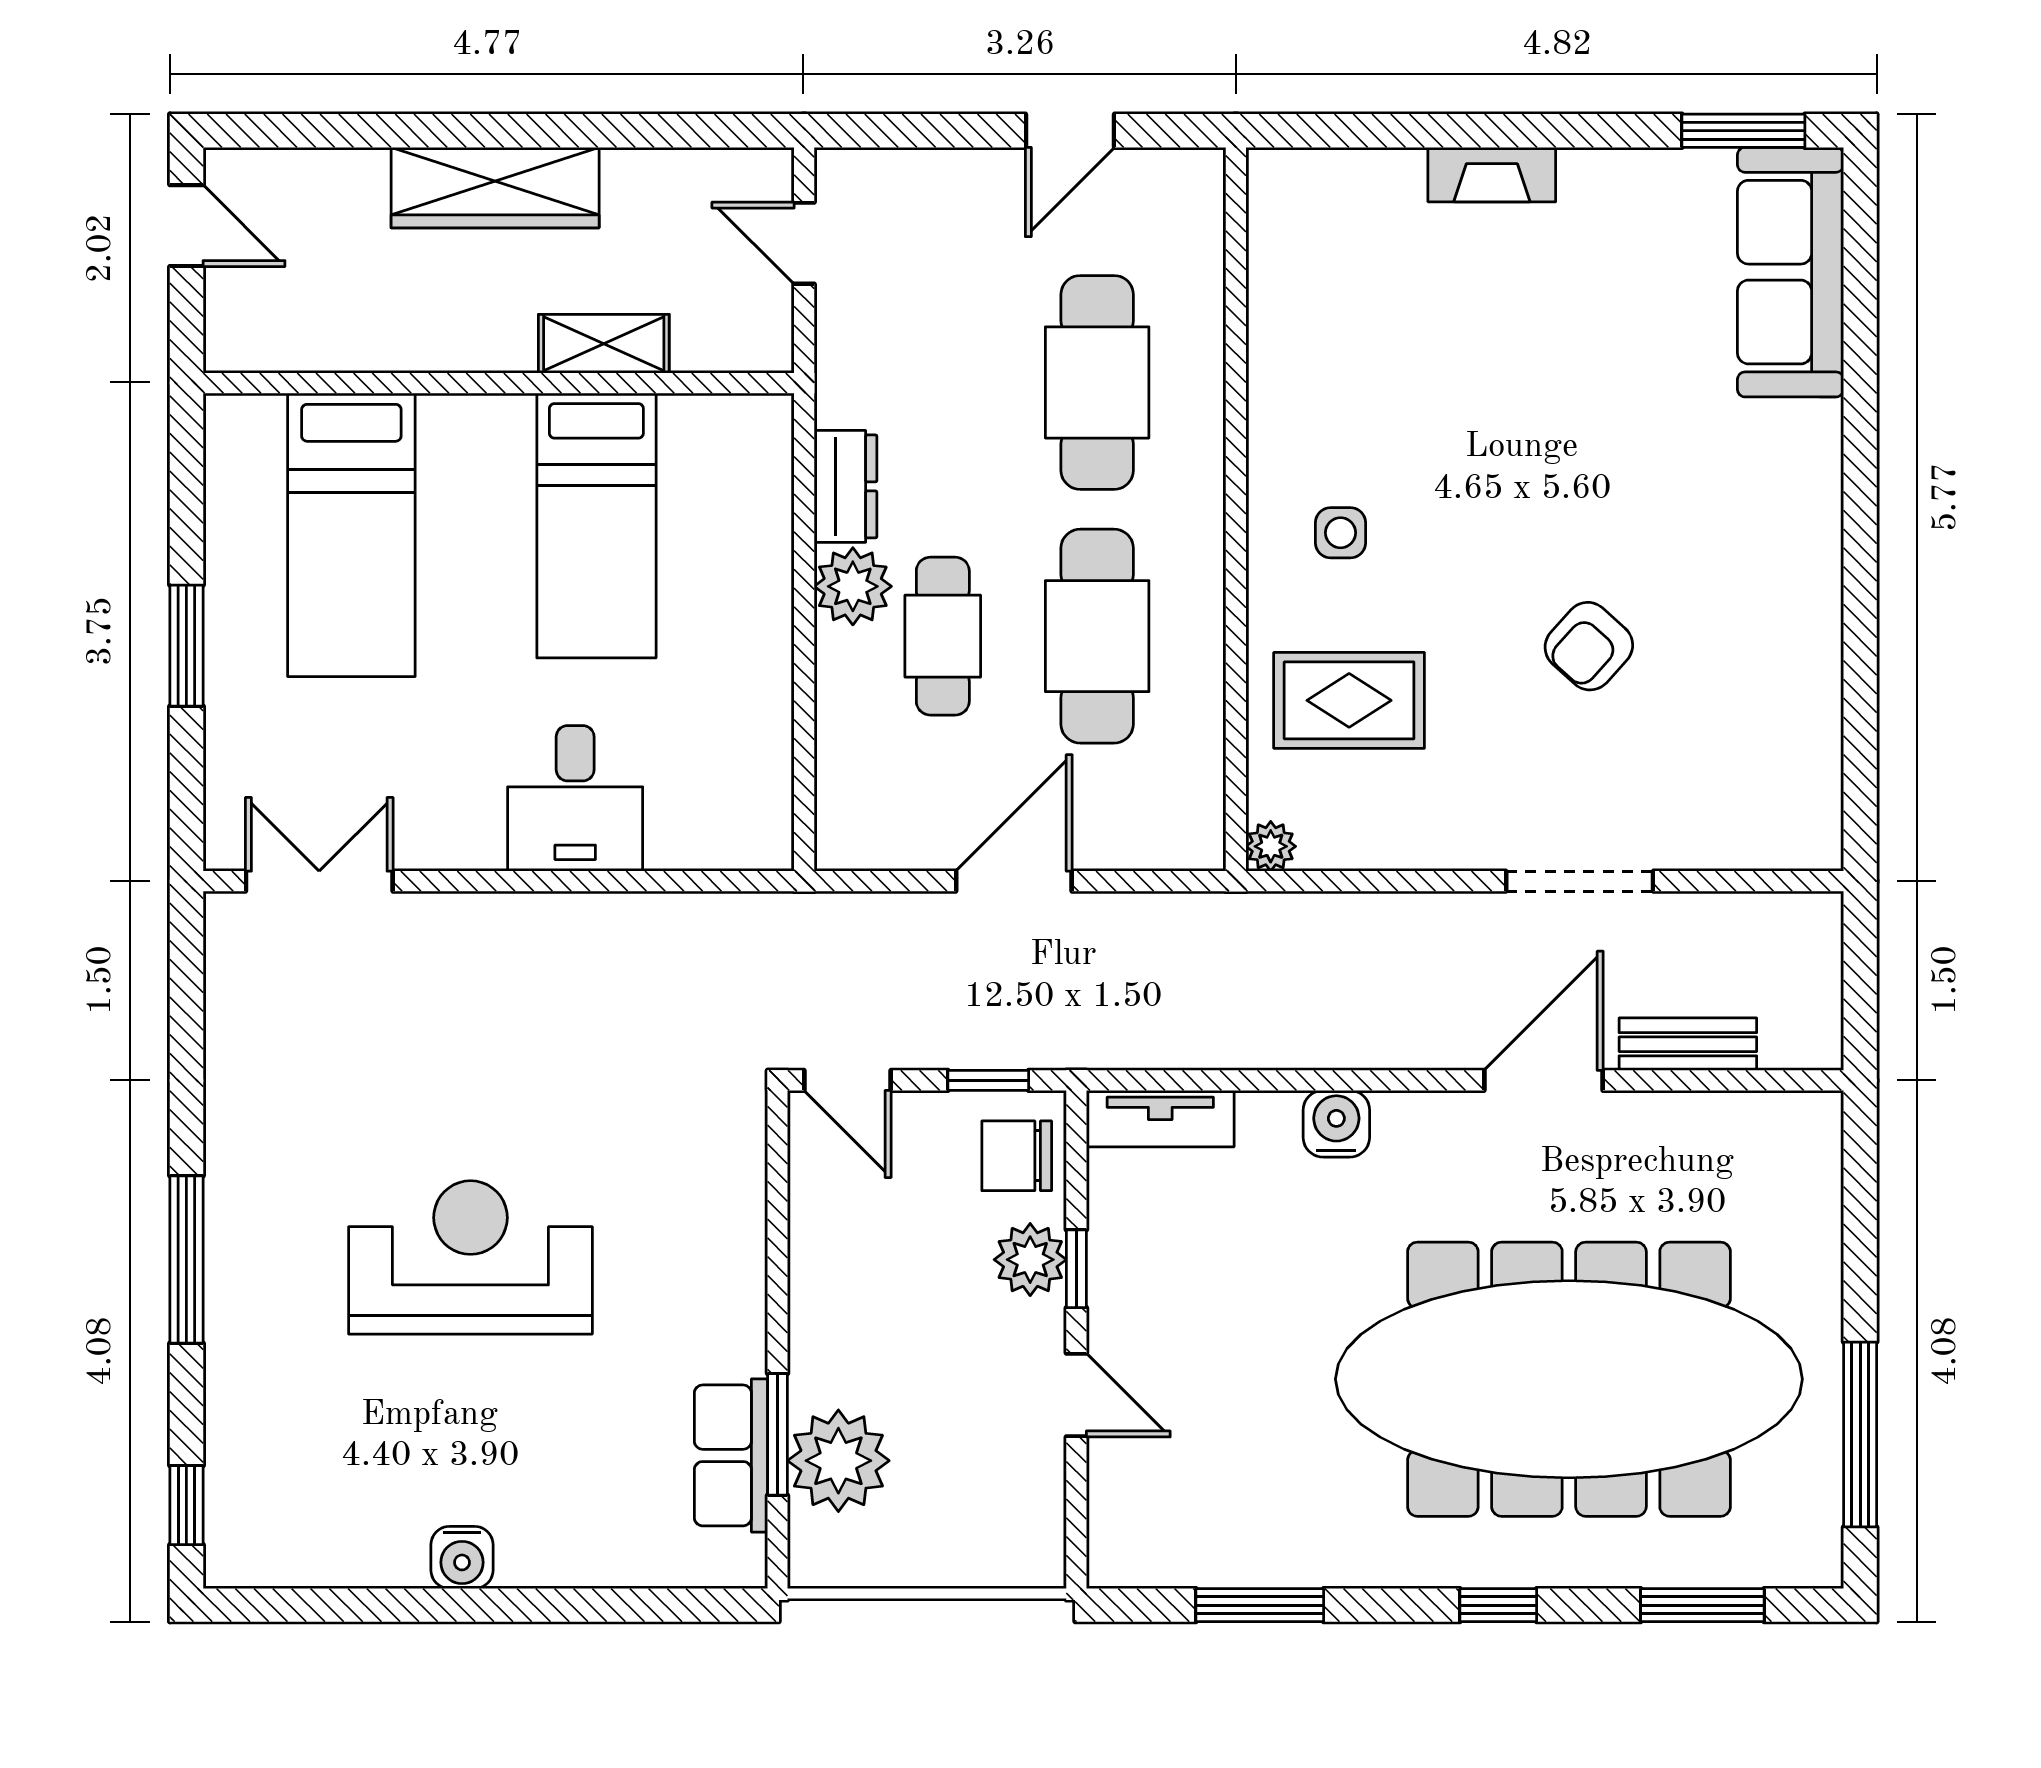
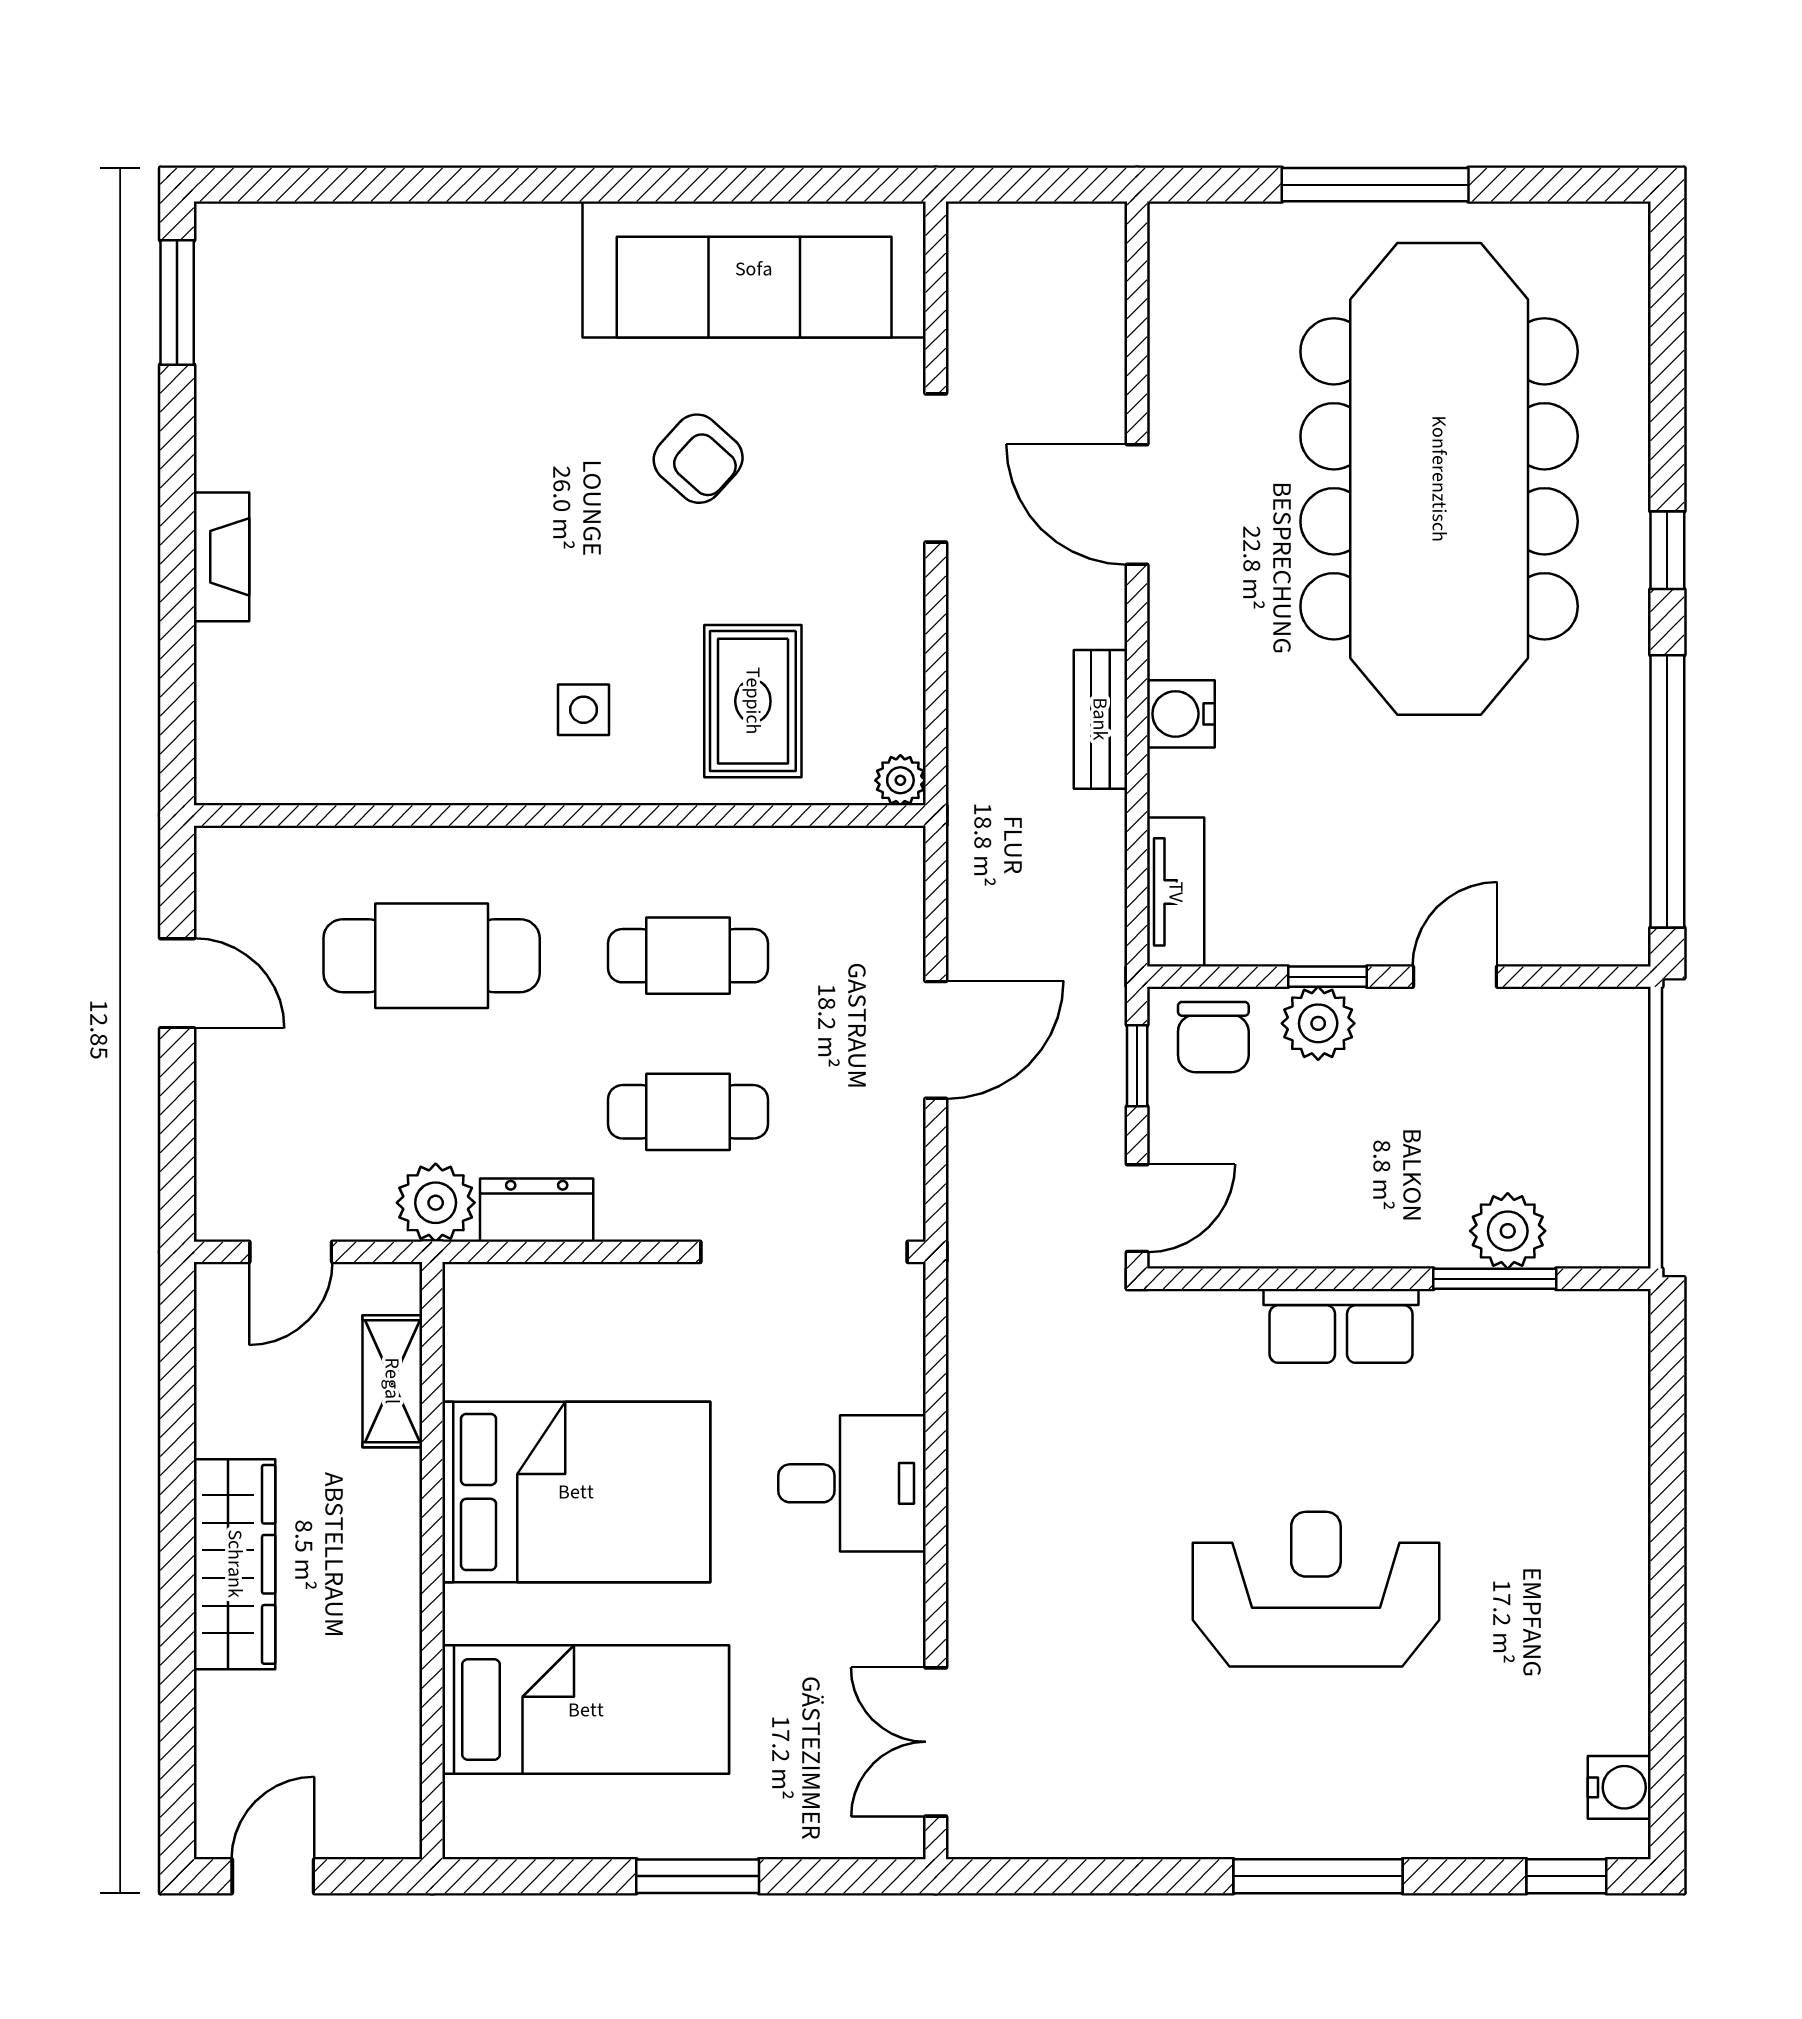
sofa: (1790, 272) -> (754, 269), moved, width x1.36, depth x1.27
shelving: (604, 344) -> (392, 1381), moved
bed: (596, 525) -> (576, 1492), width x1.50
plant: (853, 586) -> (436, 1203), moved
cafe table: (1097, 636) -> (688, 956), width x0.73, depth x0.74
doorway: (804, 751) -> (804, 1252), added
door: (1014, 881) -> (936, 1040), swing flipped
bench: (1688, 1044) -> (1100, 719), moved
reception desk: (470, 1257) -> (1316, 1589), turned 90
window: (1860, 1434) -> (1375, 185), moved
row of seats: (731, 1455) -> (1341, 1326), moved
plant: (838, 1461) -> (1508, 1231), width x0.73, depth x0.73
water cooler: (462, 1557) -> (1619, 1787), moved
window: (1260, 1605) -> (1667, 791), width x2.11
window: (1702, 1605) -> (1667, 344), removed

